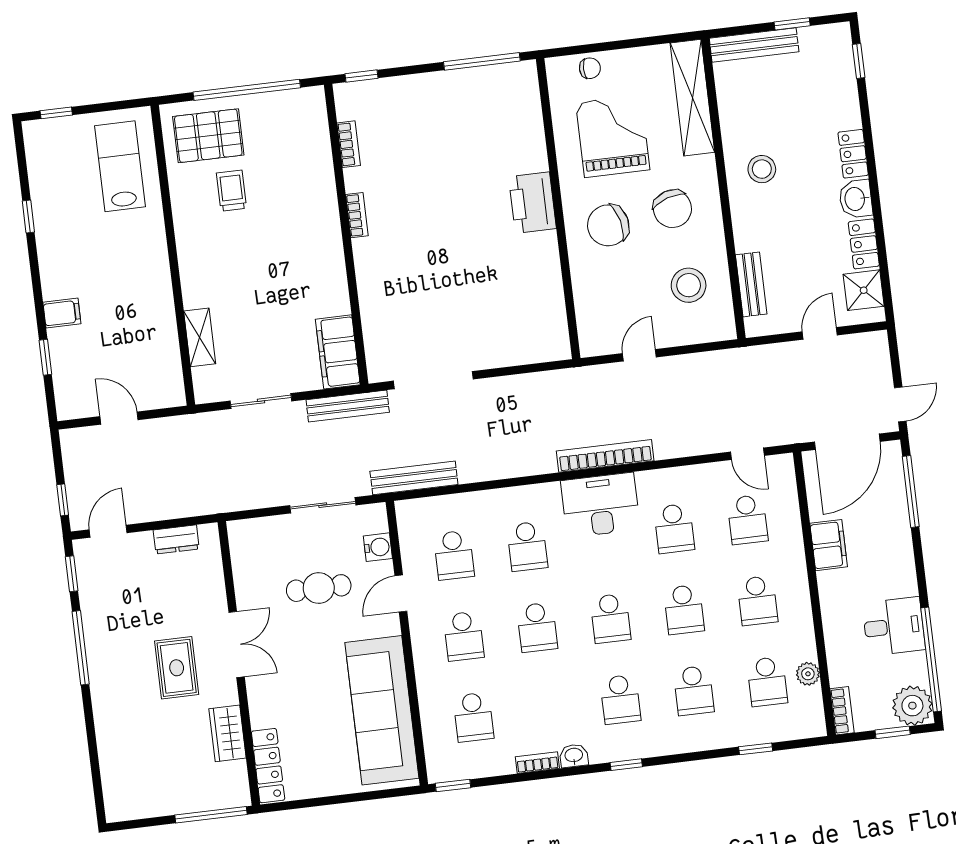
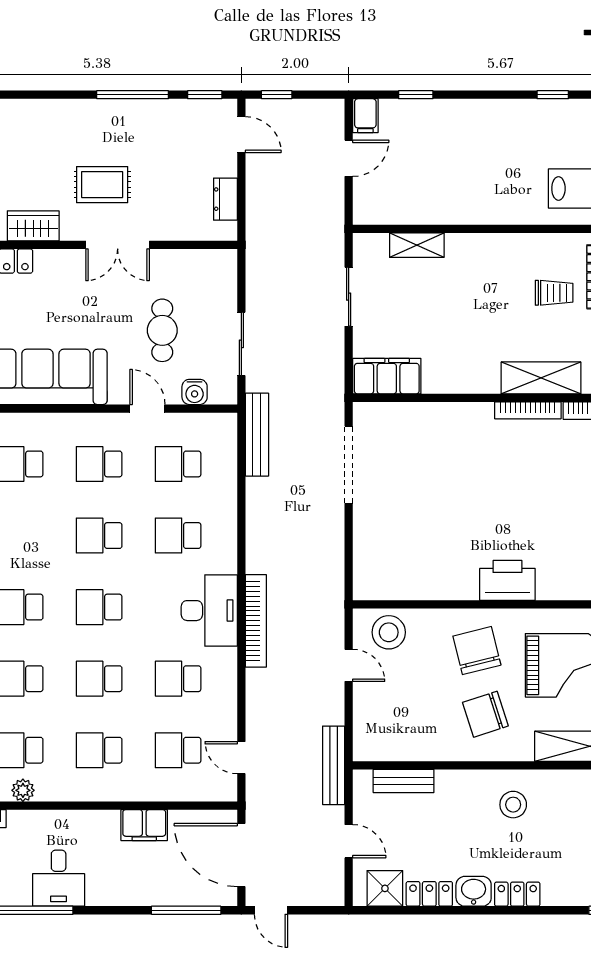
shelving: (320, 193) -> (541, 378), added
bookcase: (357, 215) -> (528, 410), width x1.56
stool: (689, 285) -> (389, 632), moved
filing cabinet: (62, 313) -> (365, 116), moved
bench: (348, 406) -> (334, 765), moved
door: (747, 454) -> (241, 758), hinge flipped

